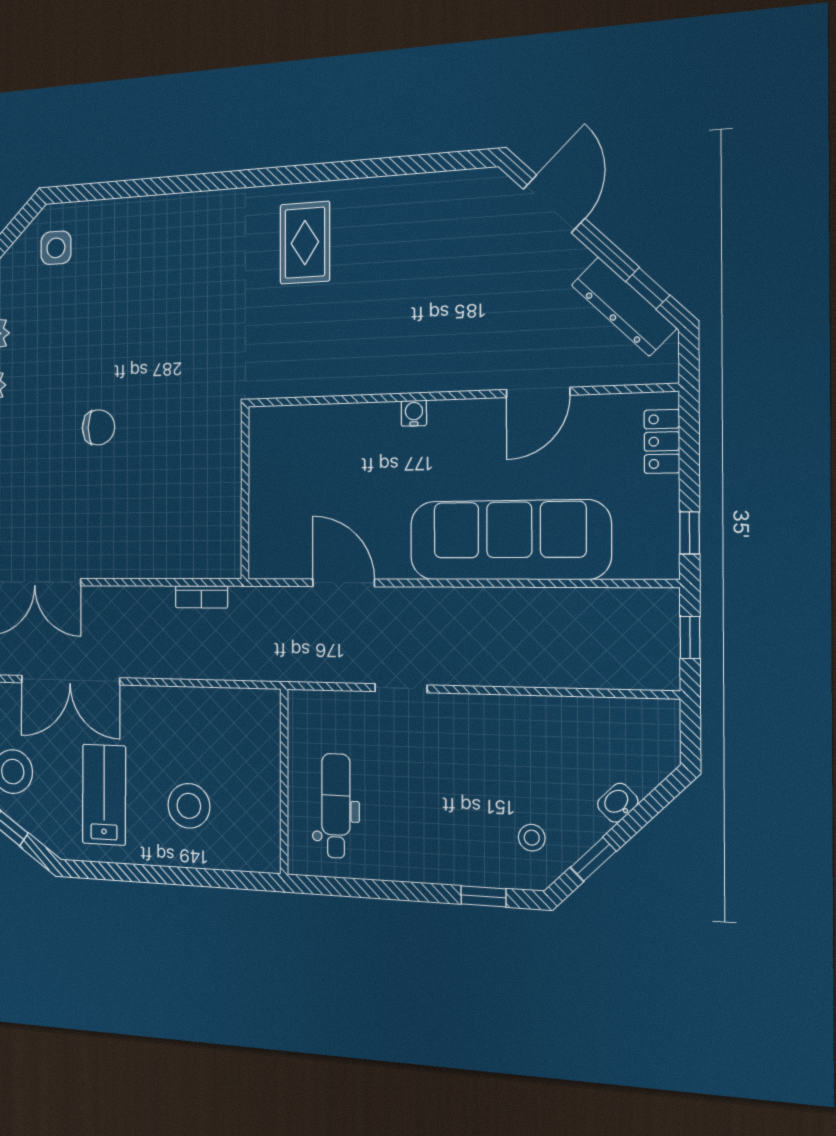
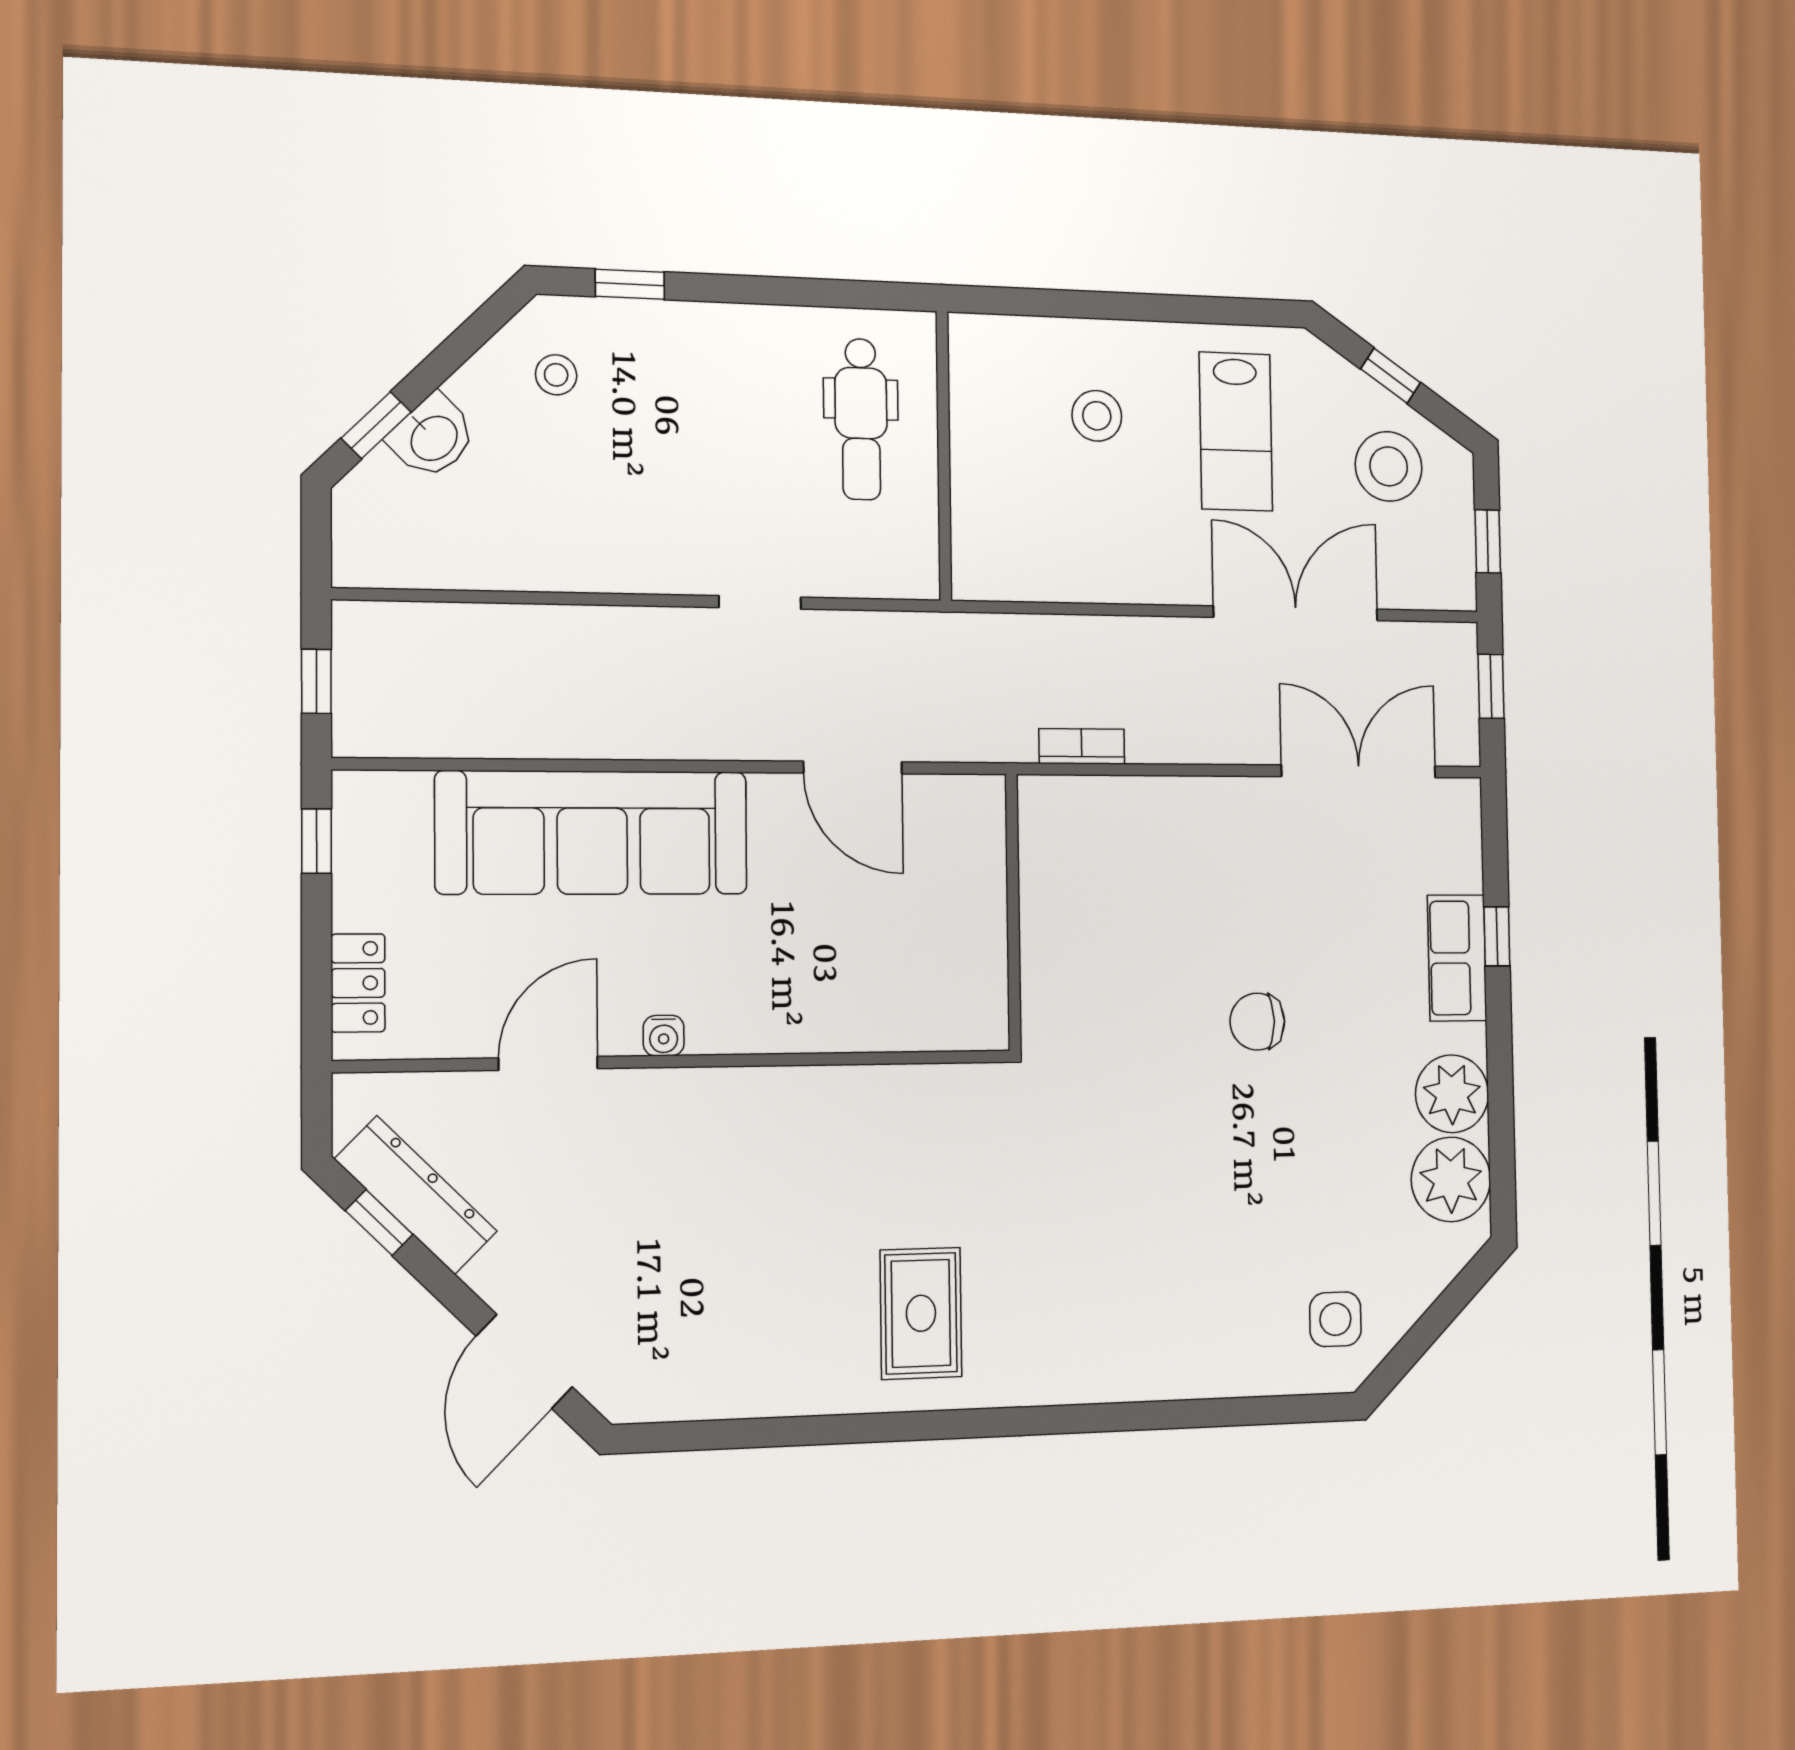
water cooler: (414, 413) -> (664, 1036), moved
washbasin: (618, 803) -> (433, 437), width x1.38, depth x1.45
stool: (189, 806) -> (1097, 416), width x0.73, depth x0.73
window: (593, 859) -> (376, 425), moved

